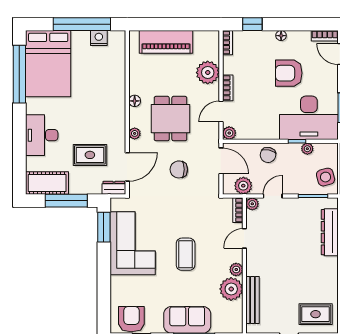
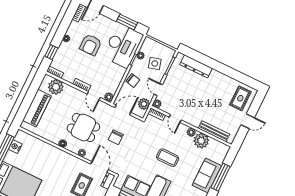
plant: (208, 73) -> (56, 87), moved
side table: (326, 177) -> (155, 63), moved

